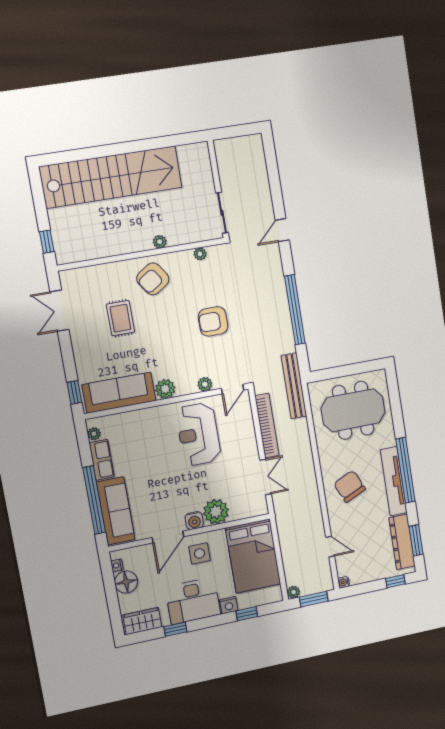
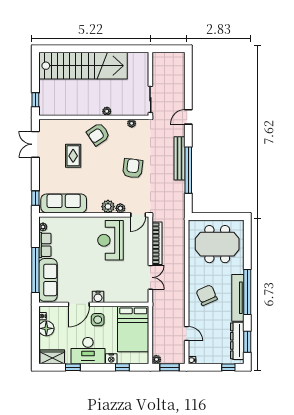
armchair: (213, 321) -> (133, 168), turned 97
bench: (294, 386) -> (180, 158), moved
plant: (165, 389) -> (108, 207), moved
plant: (216, 512) -> (113, 294), removed

